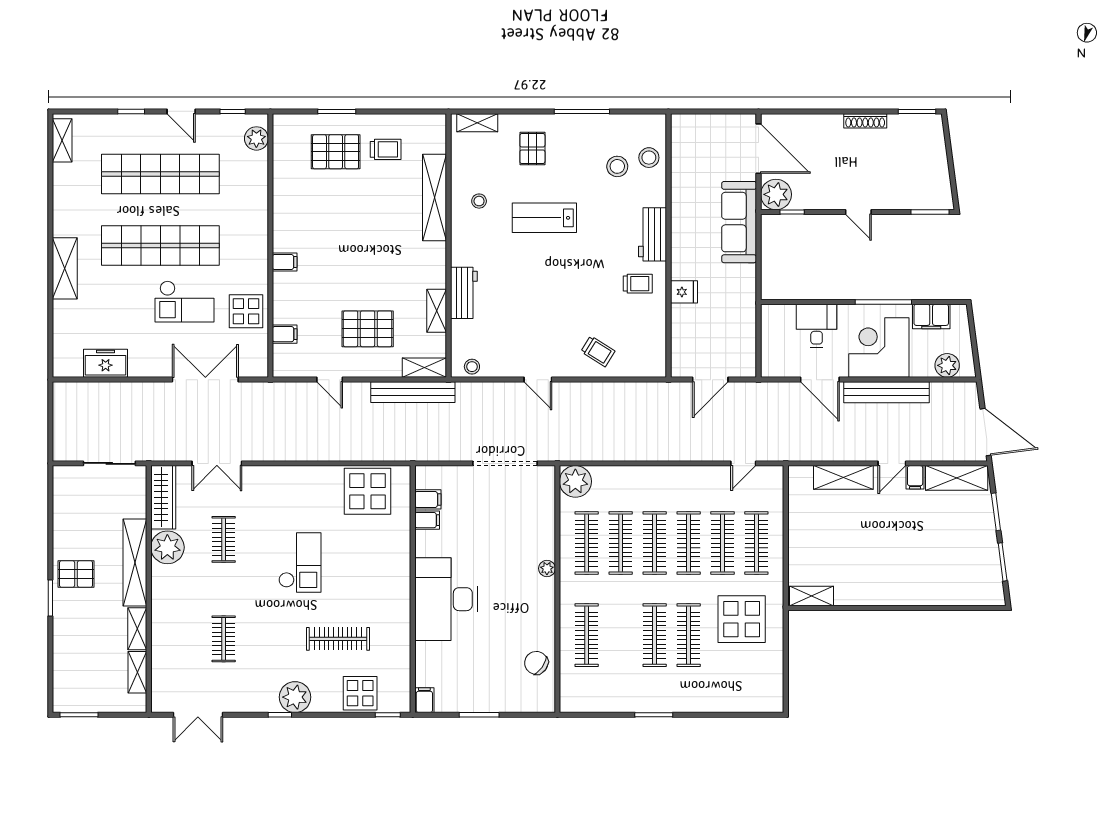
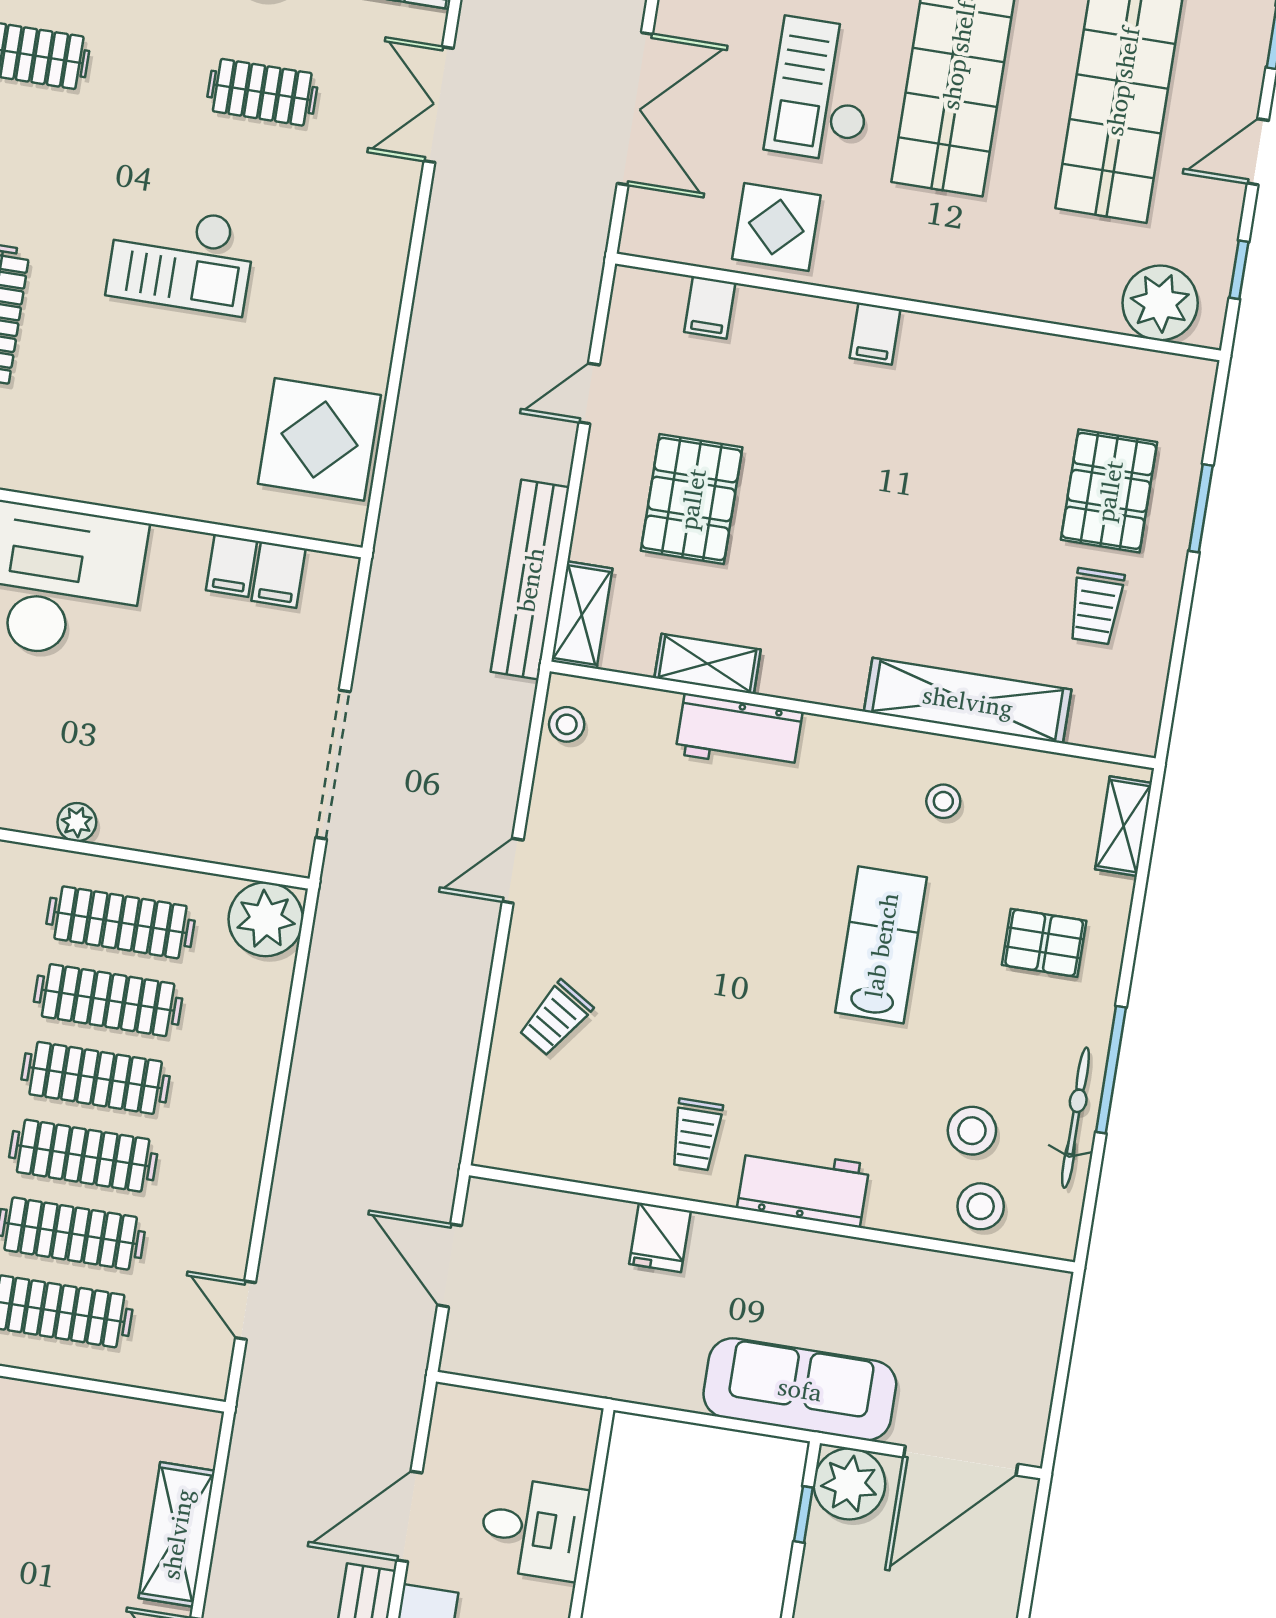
bicycle: (605, 123) -> (1075, 1118), added
plant: (256, 138) -> (1160, 303), width x1.36, depth x1.36

